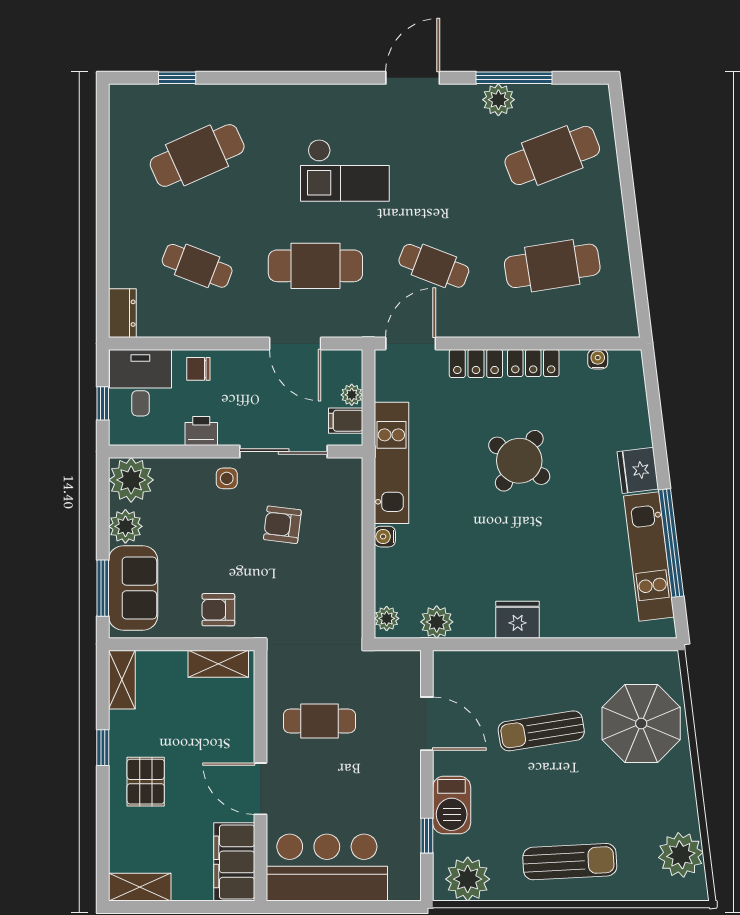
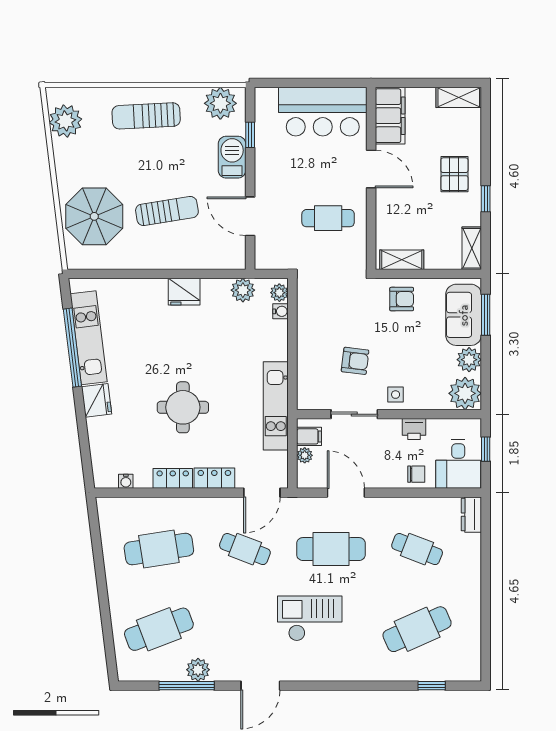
sliding door: (284, 452) -> (354, 414), width x0.73
round table: (519, 461) -> (183, 407), turned -35
water cooler: (385, 537) -> (281, 311), moved

